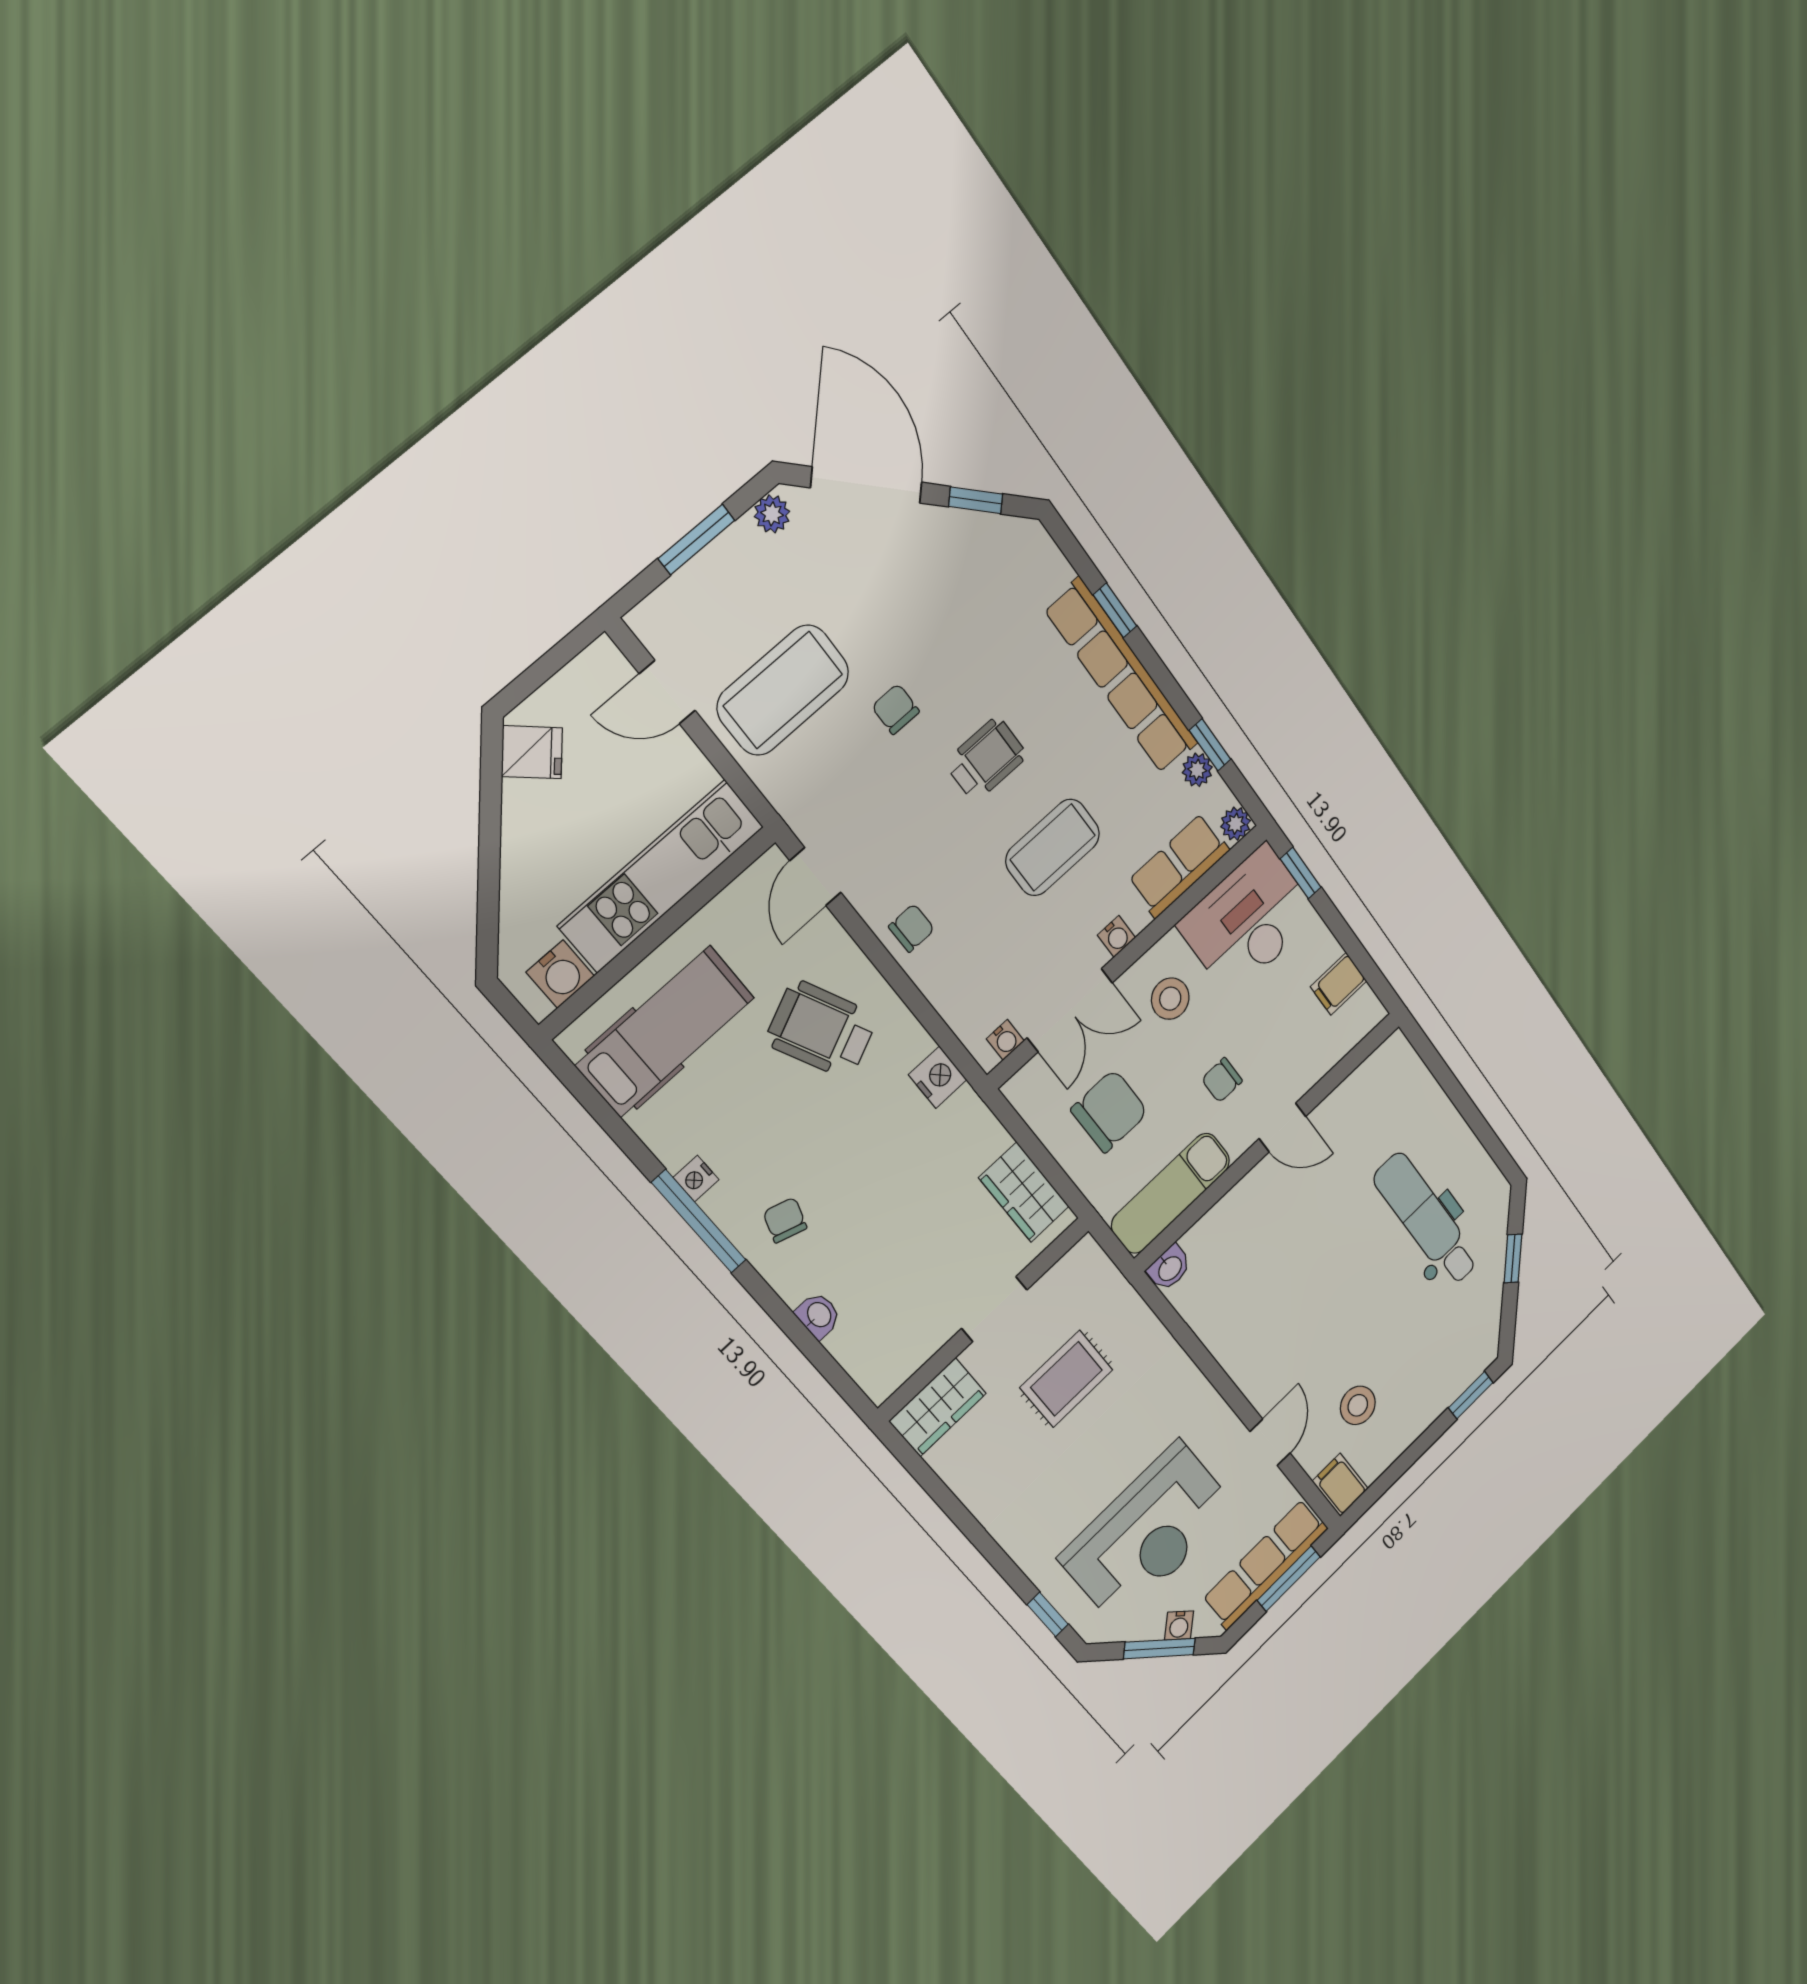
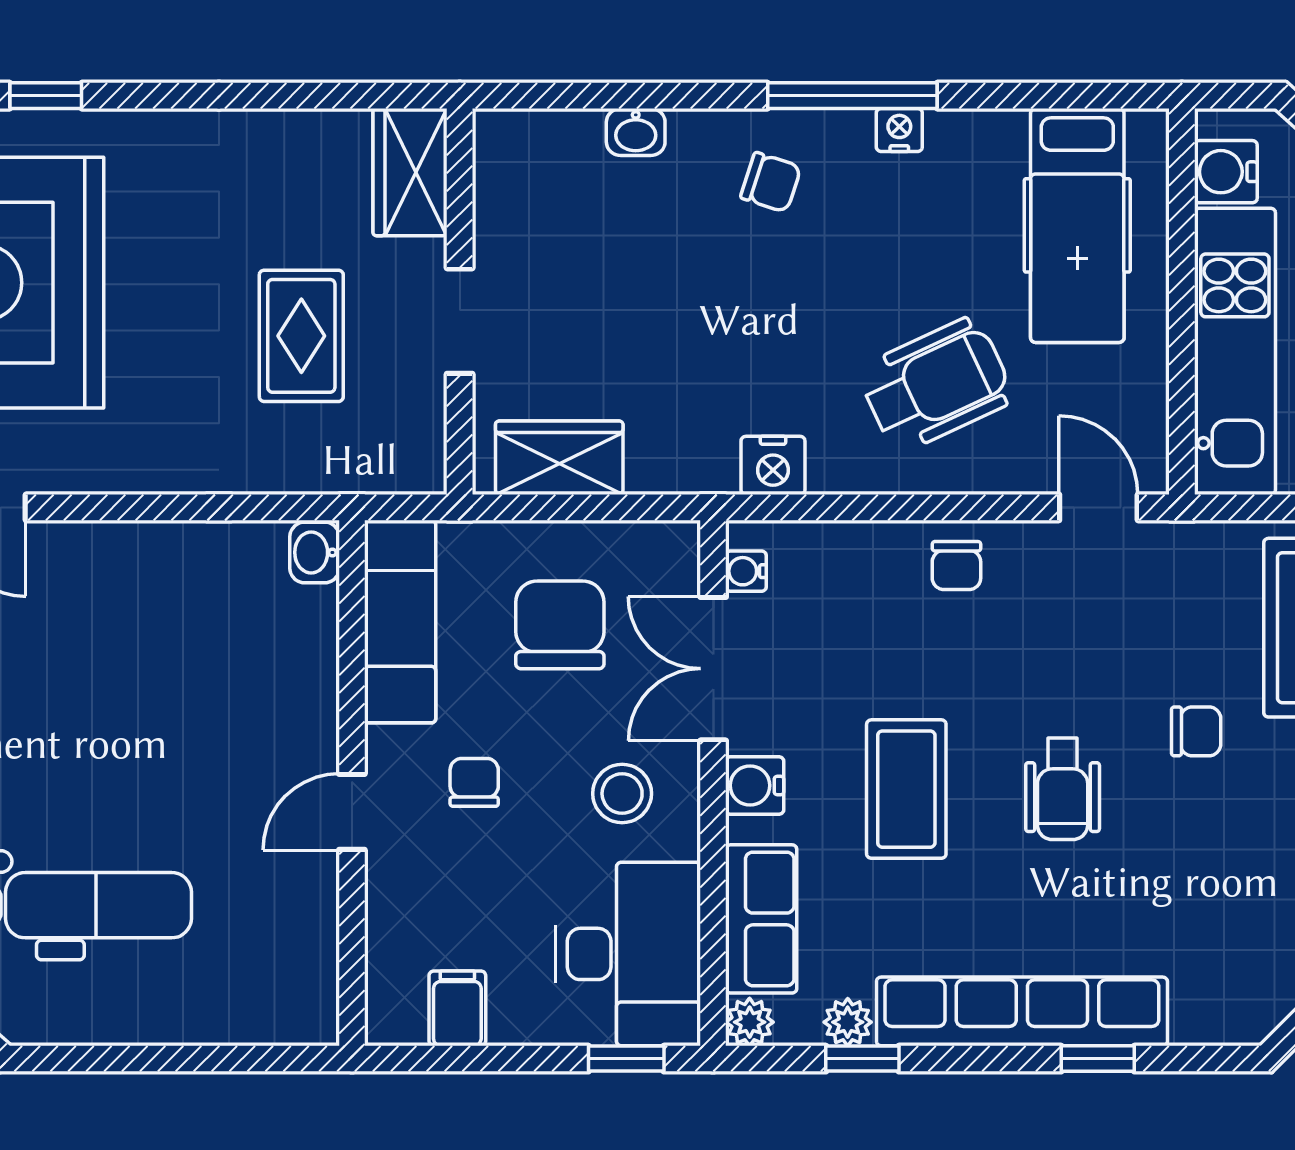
water cooler: (1116, 936) -> (755, 785), width x1.38, depth x1.38
chair: (1109, 1111) -> (560, 625), turned 180

